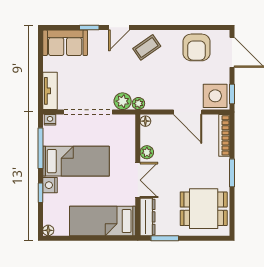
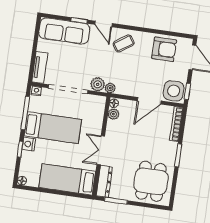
door: (119, 27) -> (103, 24), hinge flipped
sofa: (65, 43) -> (64, 31), width x1.36
armchair: (197, 47) -> (164, 49), turned -90
door: (188, 112) -> (149, 101), hinge flipped
plant: (147, 152) -> (113, 114), moved
double door: (138, 180) -> (101, 150), swing flipped
dining table: (204, 209) -> (151, 181), turned 90

